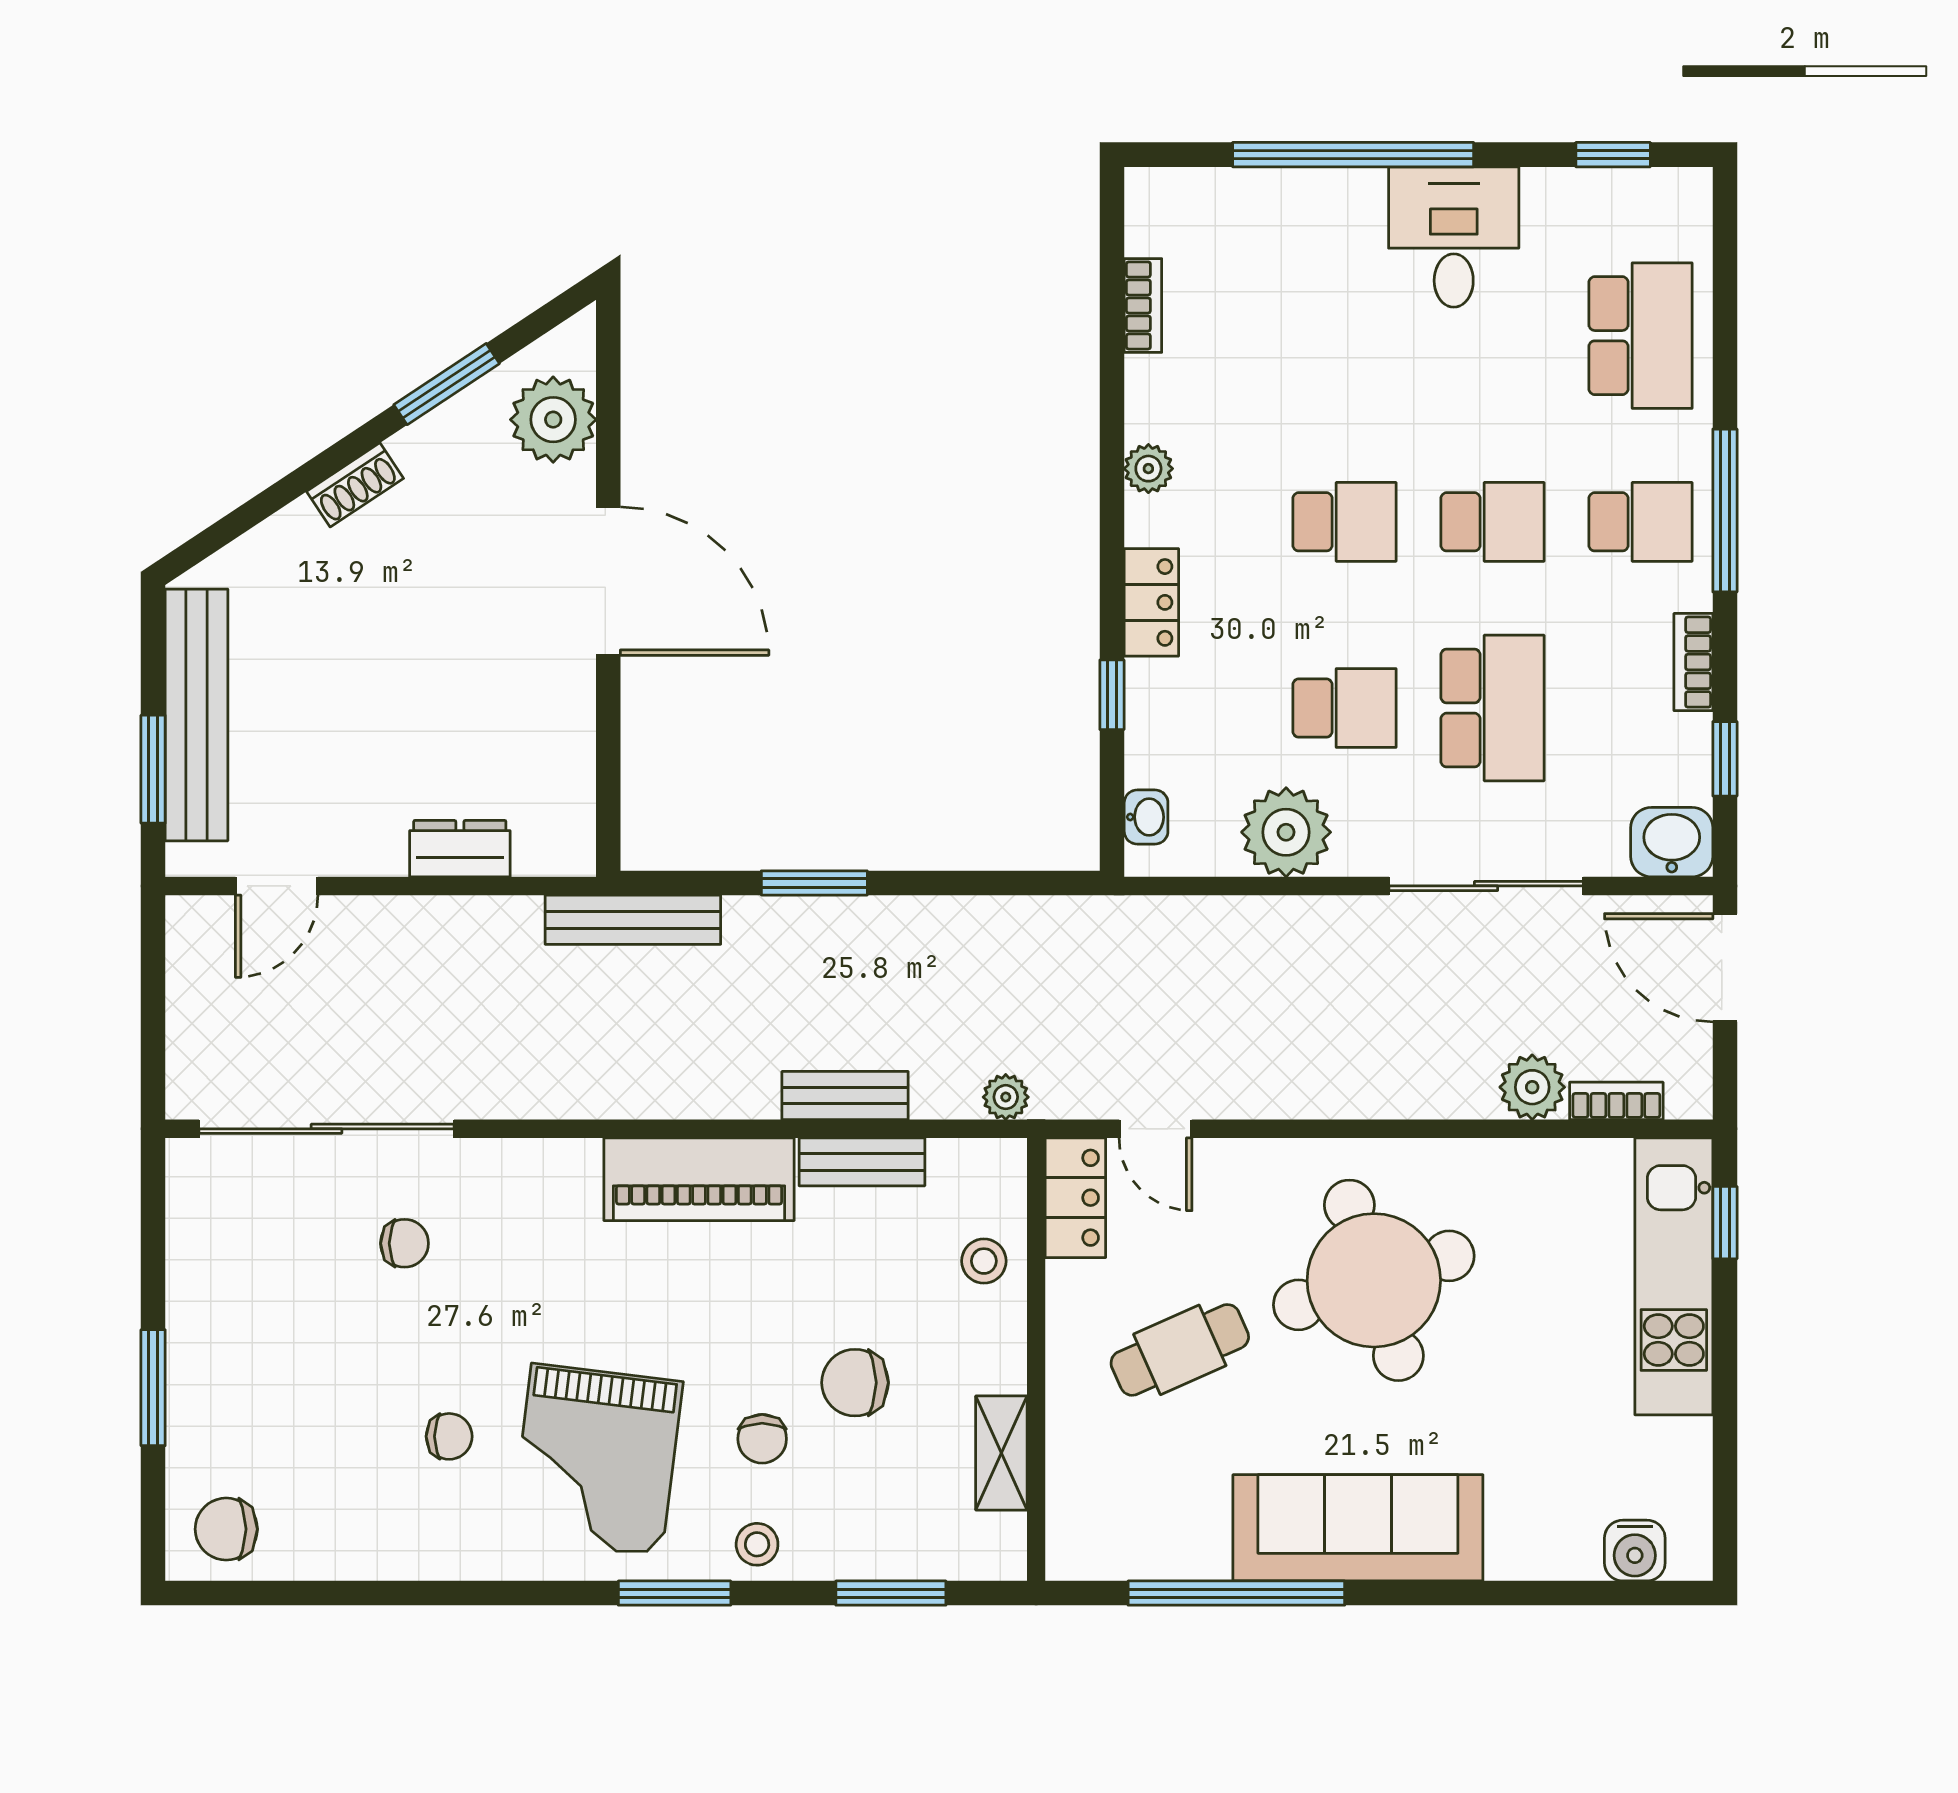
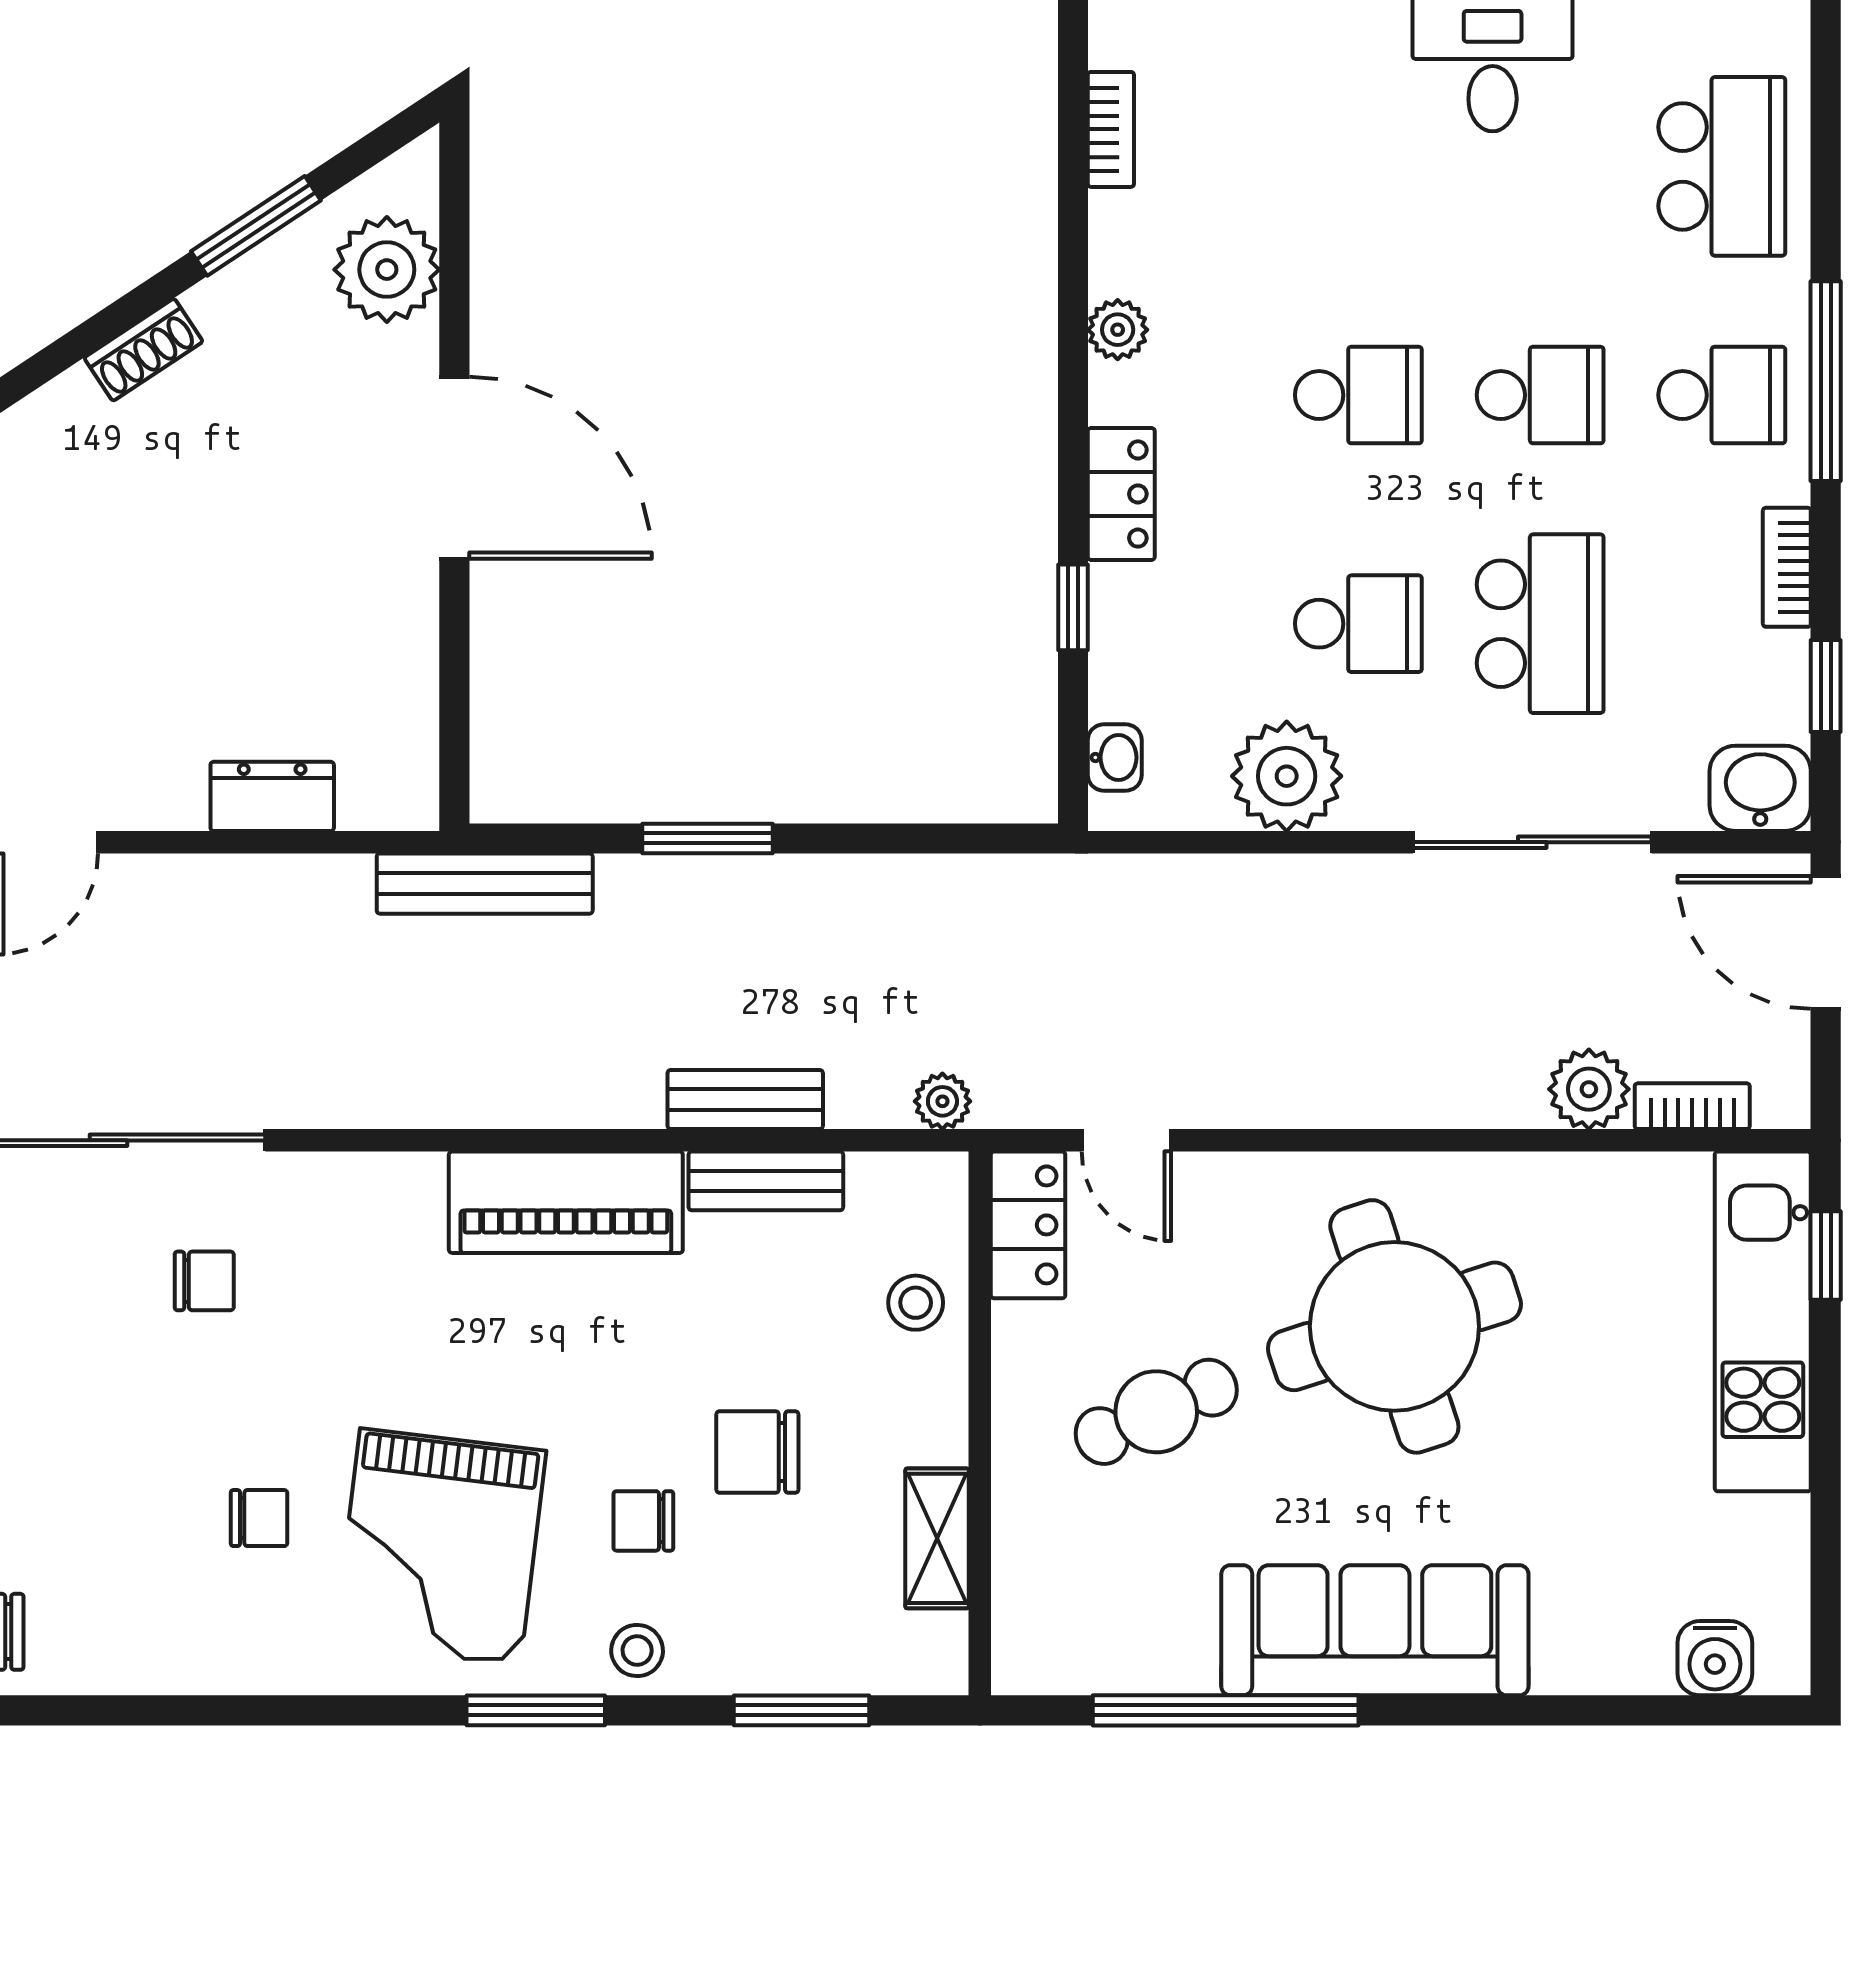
chair: (762, 1439) -> (643, 1521), turned 90

